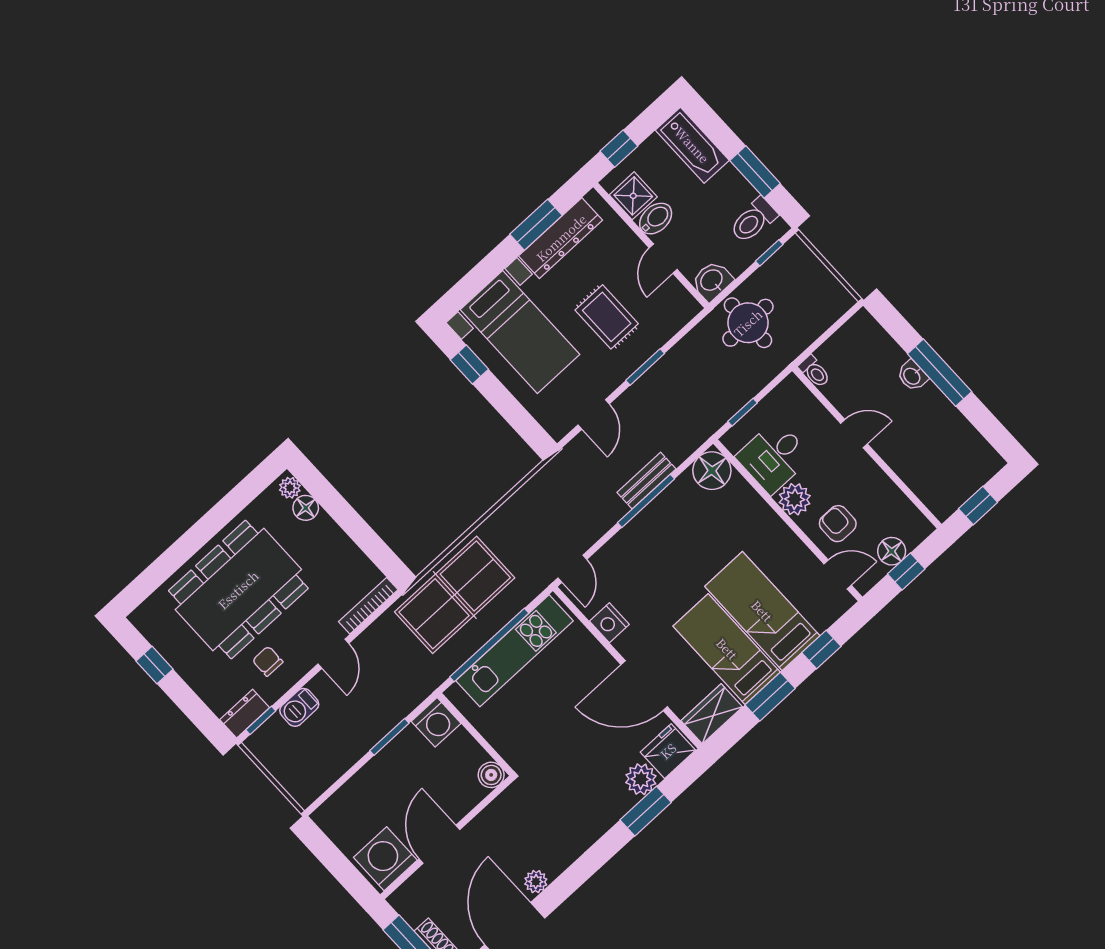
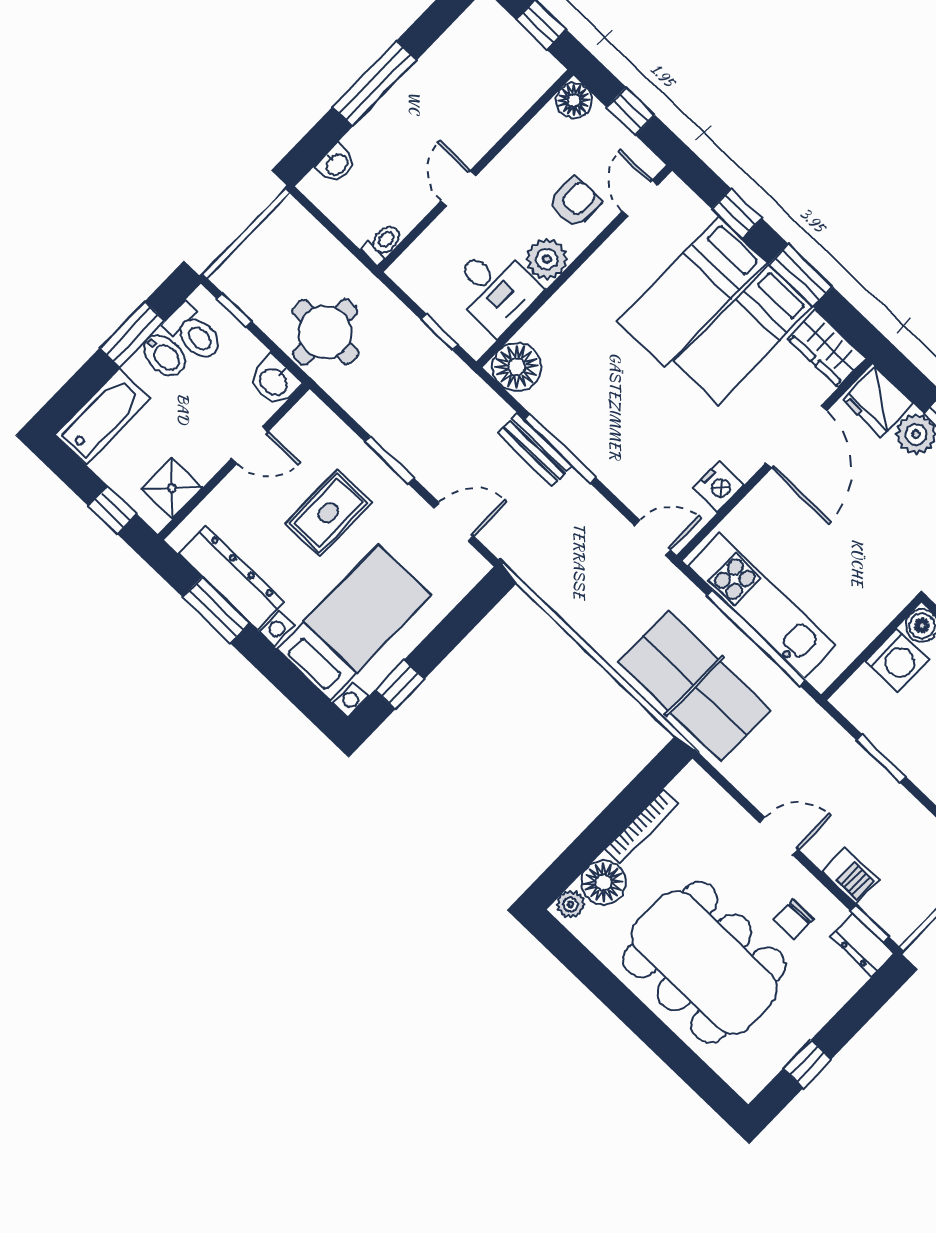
bidet: (656, 219) -> (164, 355), moved, turned 180
washbasin: (912, 376) -> (336, 164), moved
floor lamp: (306, 508) -> (604, 882), width x1.38, depth x1.38
armchair: (838, 524) -> (575, 202), turned 180
floor lamp: (892, 551) -> (574, 100), moved
bookcase: (368, 606) -> (642, 826), moved, turned -90
washing machine: (436, 722) -> (897, 660), moved, turned 90

